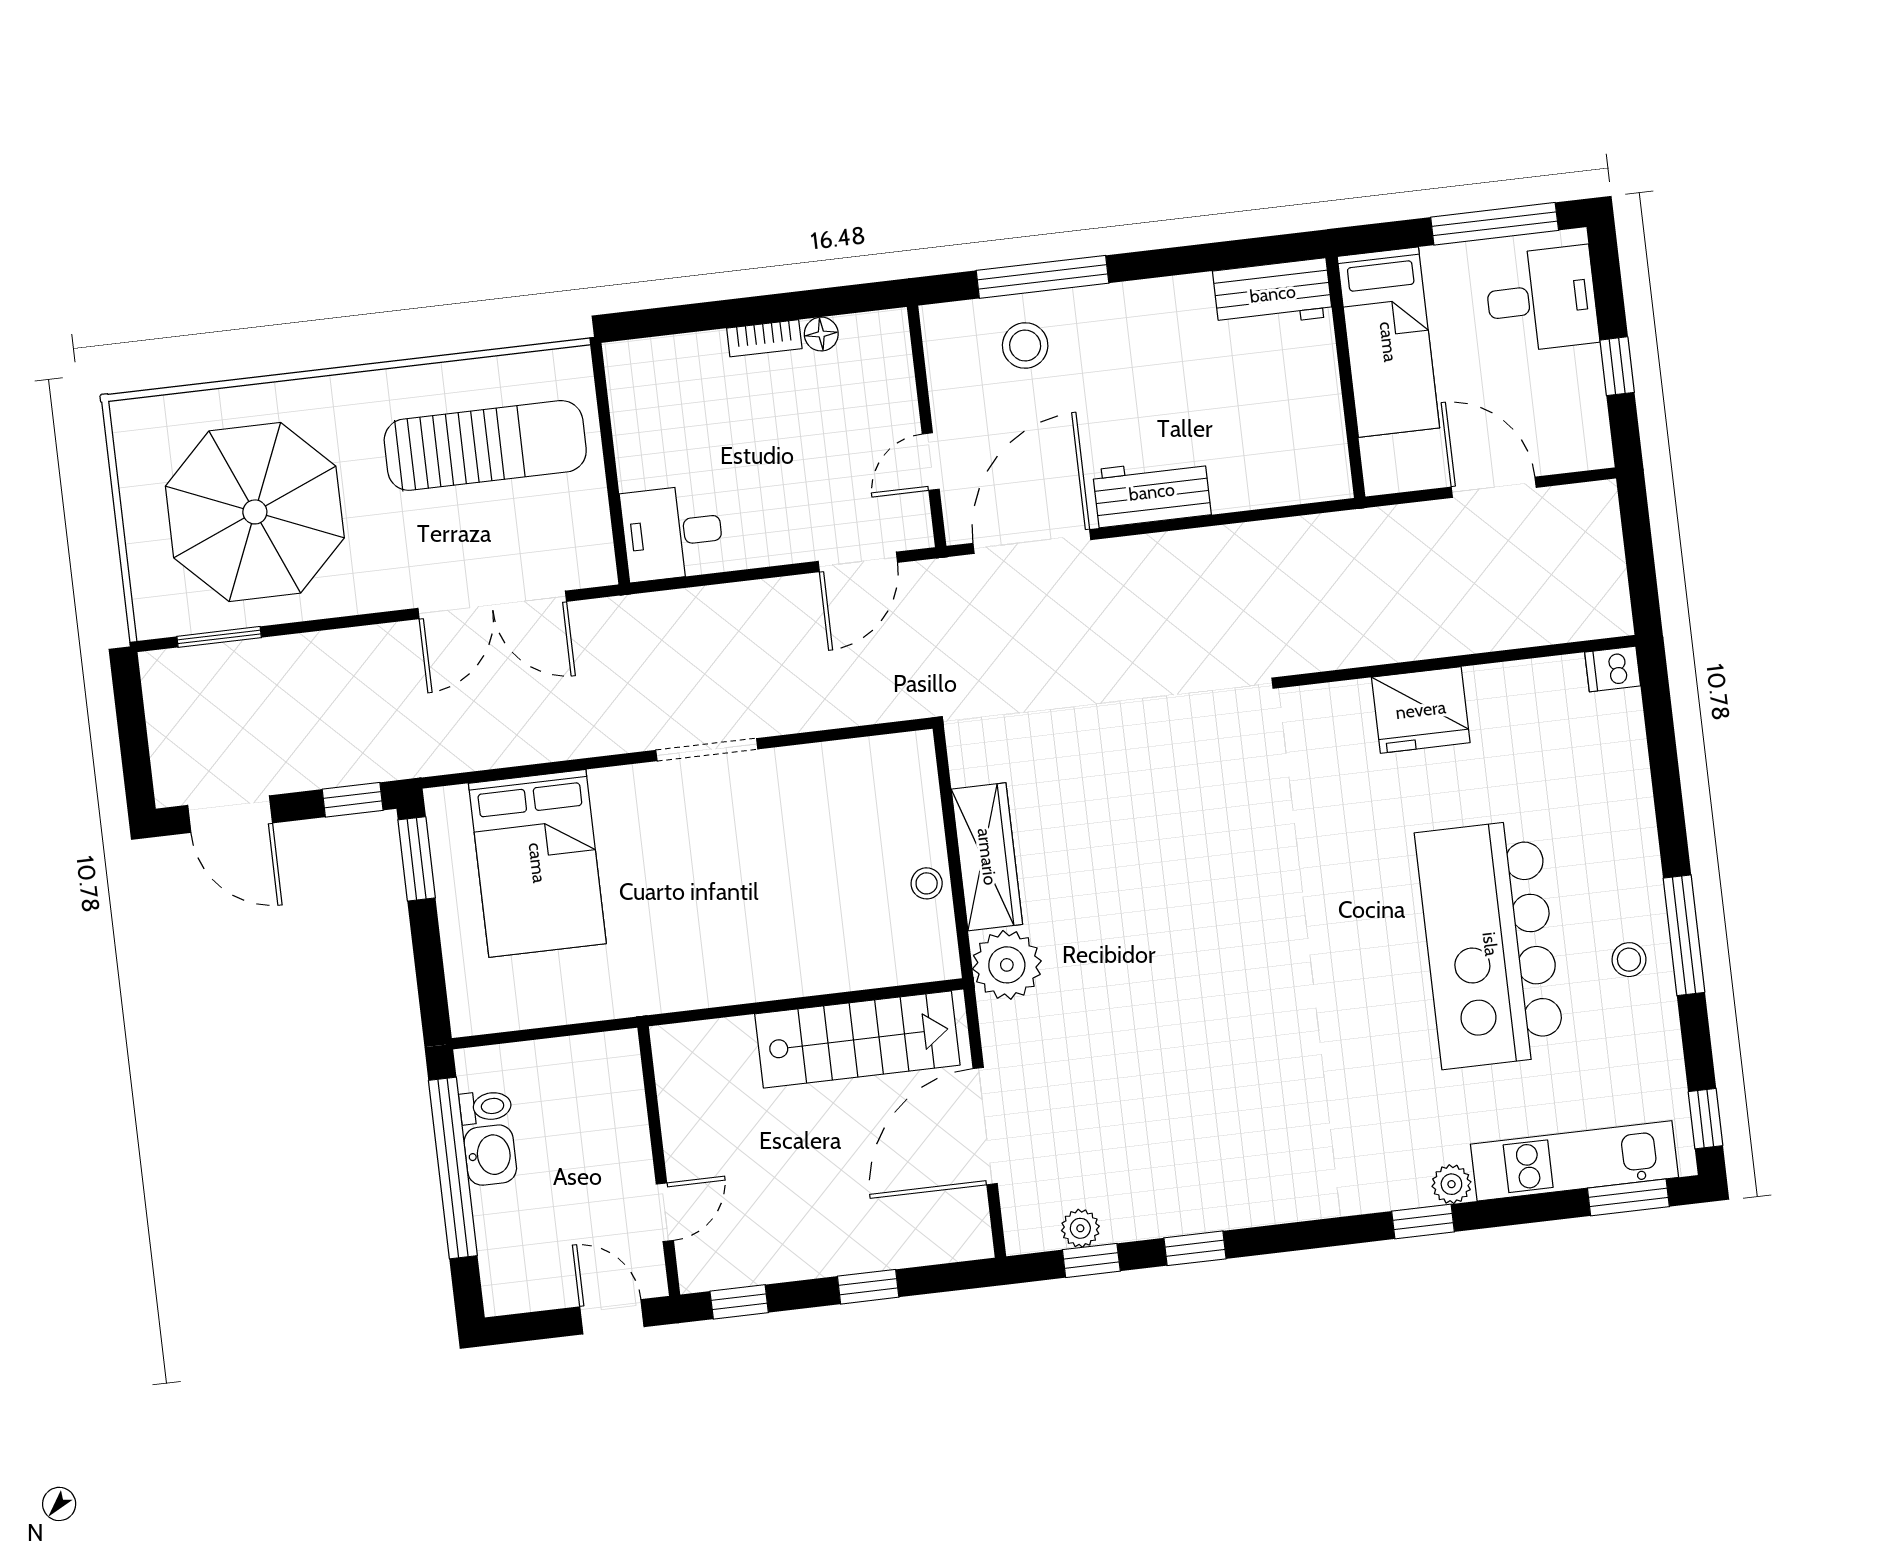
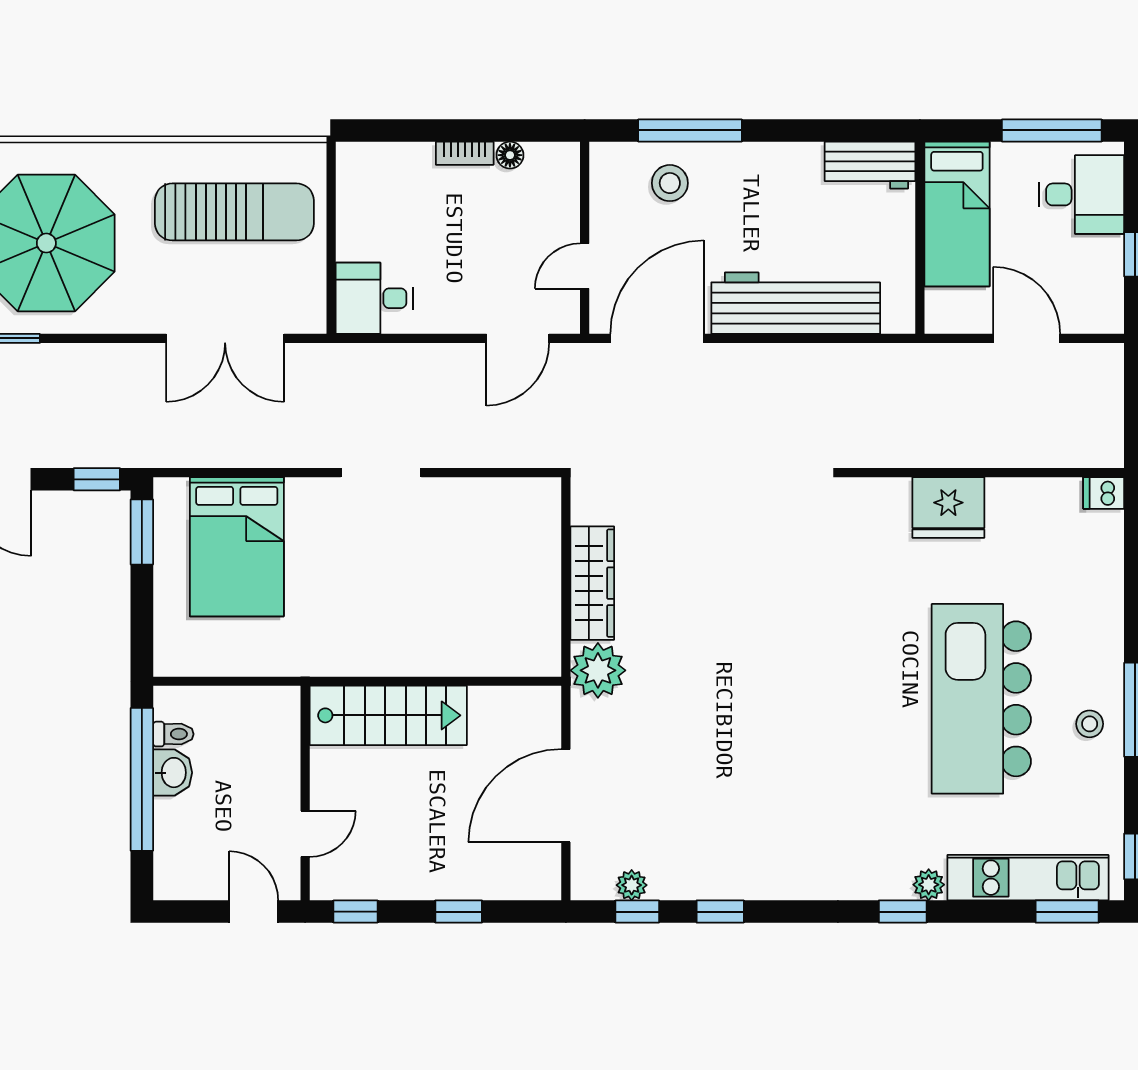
workbench: (1152, 492) -> (796, 303), width x1.88, depth x1.32
stool: (927, 883) -> (542, 599), removed
stairs: (857, 1040) -> (388, 715), moved

